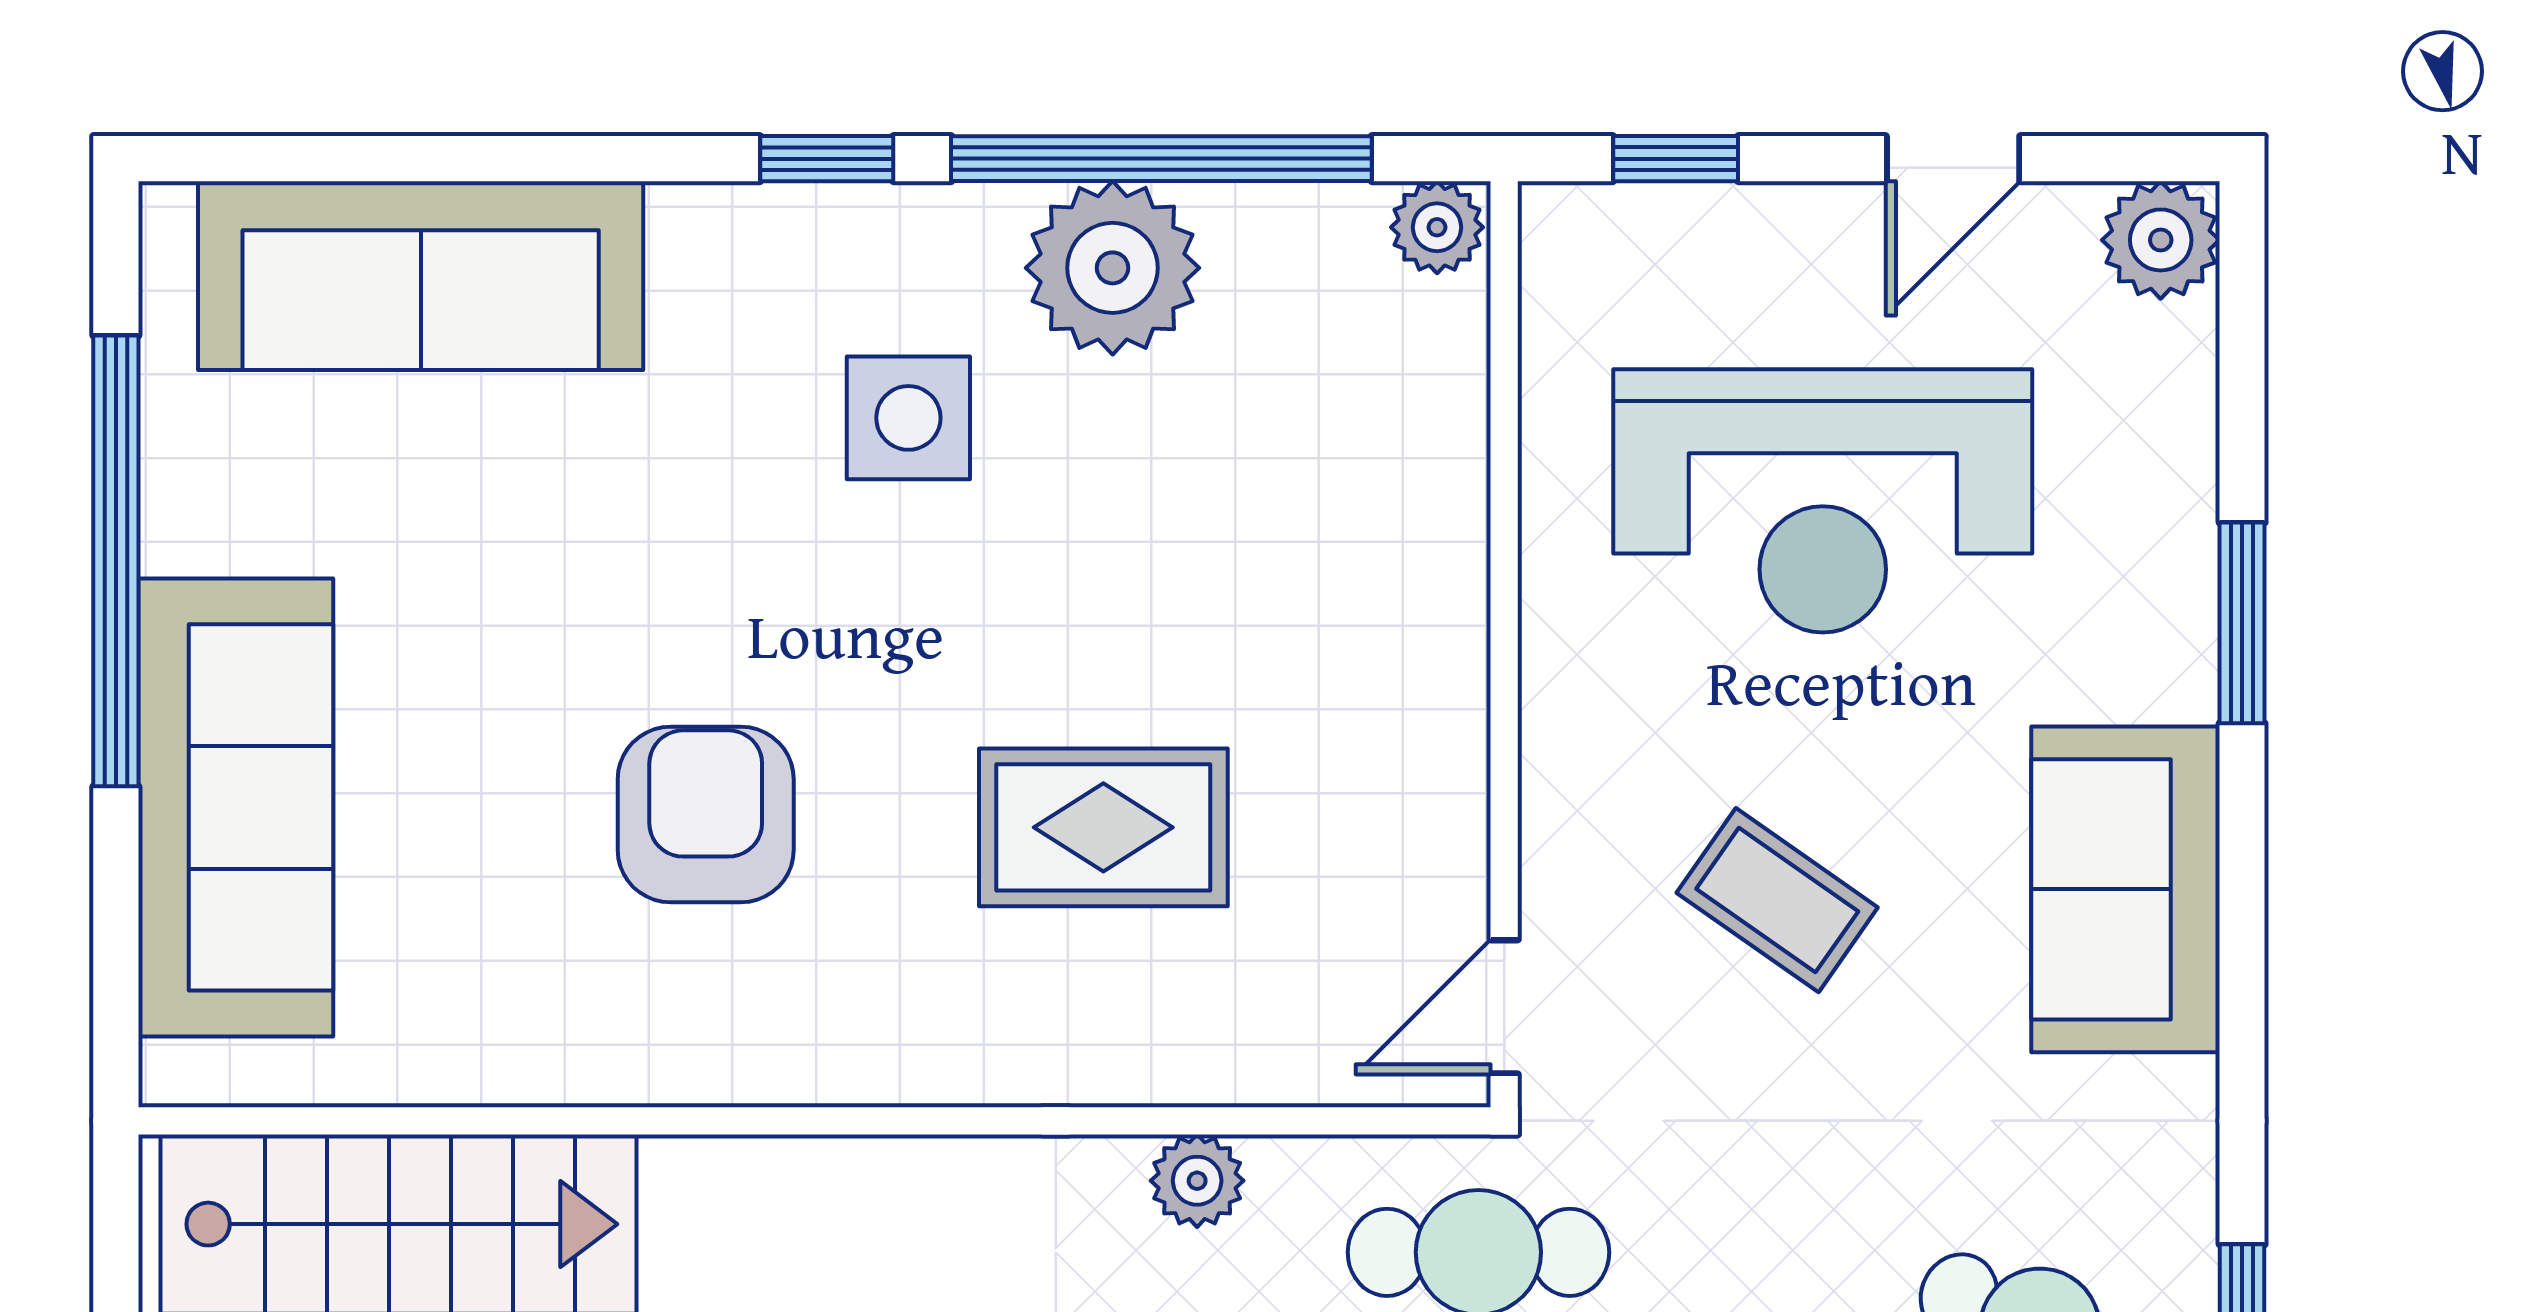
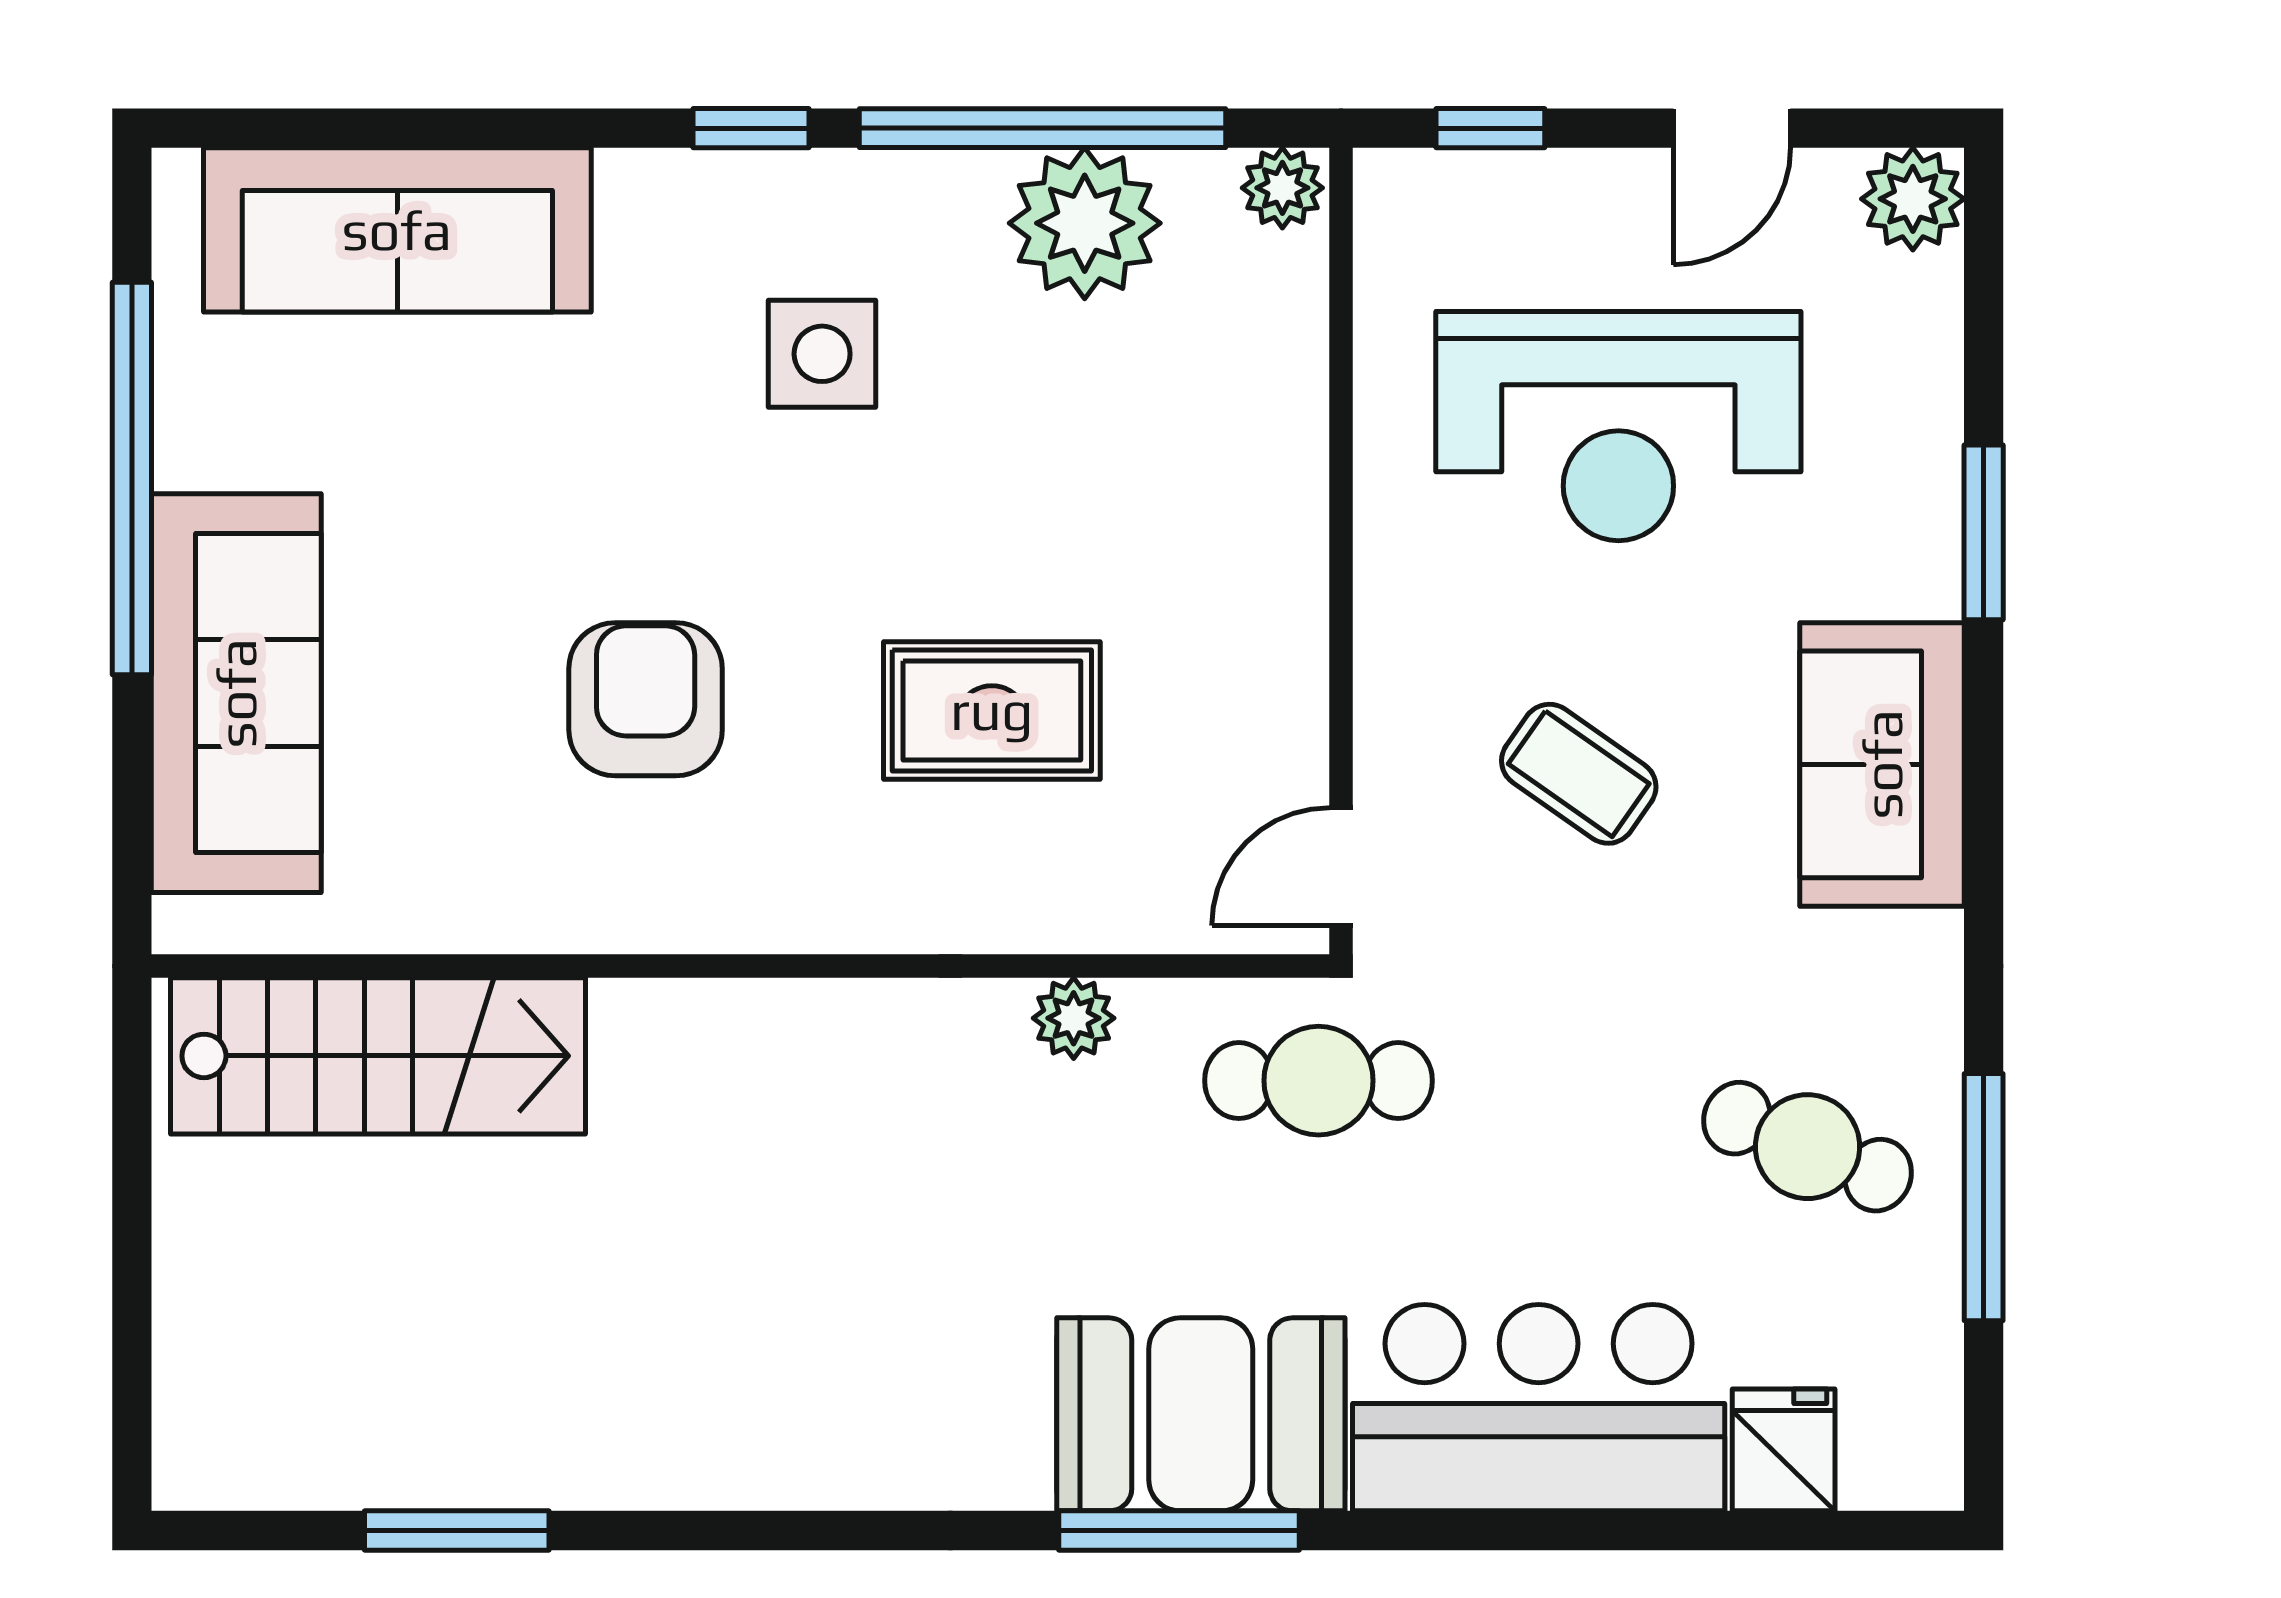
plant: (1113, 268) -> (1085, 223), moved

